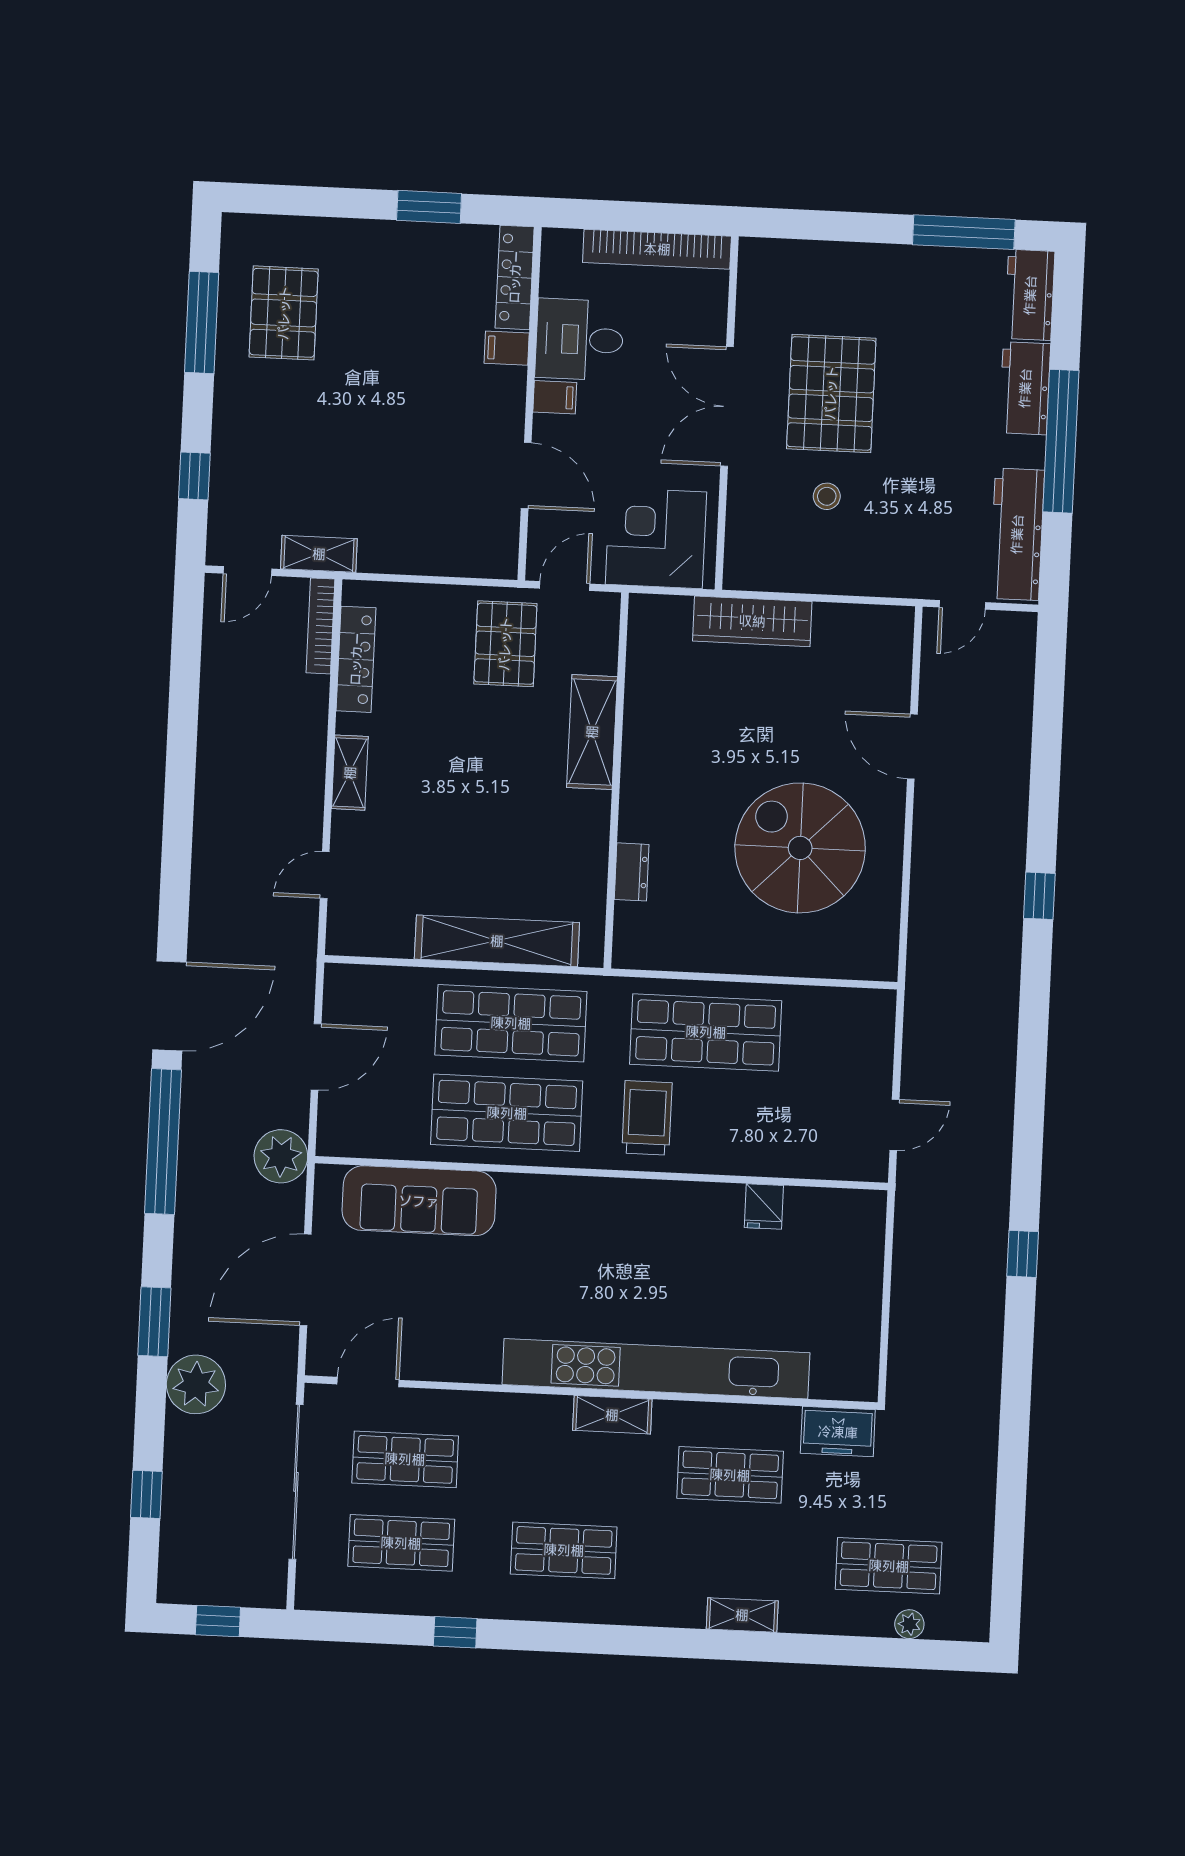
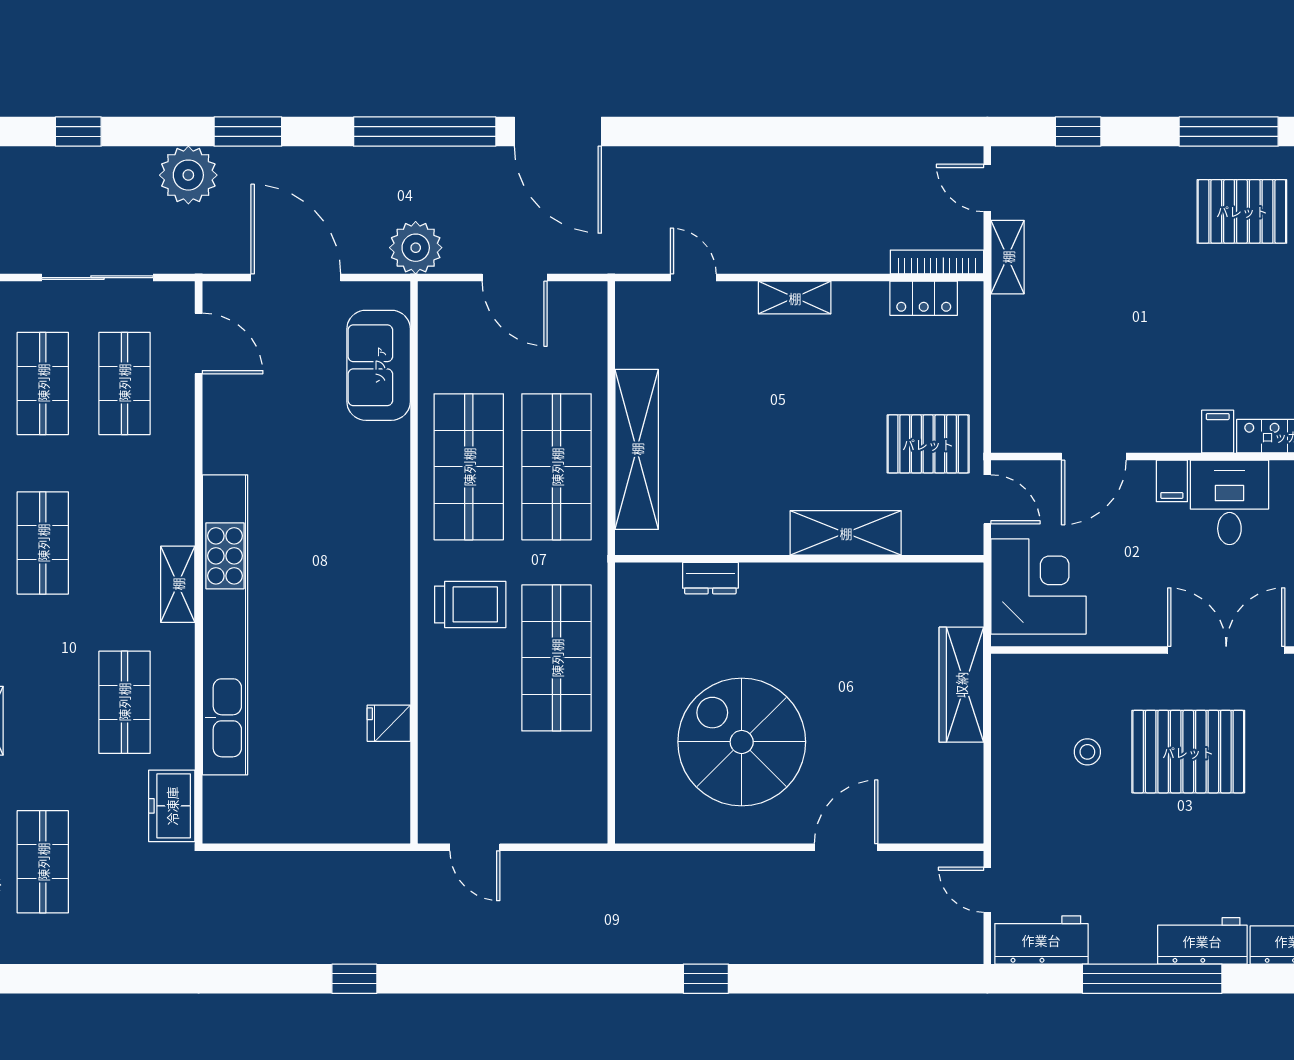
double door: (727, 406) -> (1226, 650), moved
workbench: (1017, 534) -> (1041, 940), width x0.73
locker: (356, 659) -> (924, 298), width x0.66
spiral stairs: (800, 848) -> (742, 742), turned -90
sofa: (419, 1201) -> (379, 365), width x0.73
sliding door: (296, 1482) -> (97, 278), width x0.73

